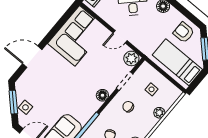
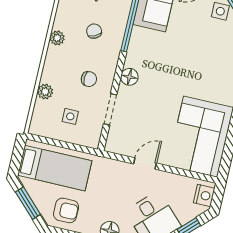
plant: (131, 58) -> (116, 143), removed

